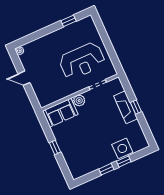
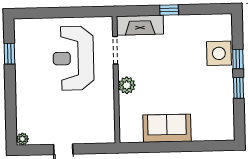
reception desk: (82, 61) -> (73, 58), turned 180
fireplace: (126, 107) -> (140, 25), moved
sofa: (60, 113) -> (167, 128), moved, turned -90
window: (55, 147) -> (178, 147), removed

